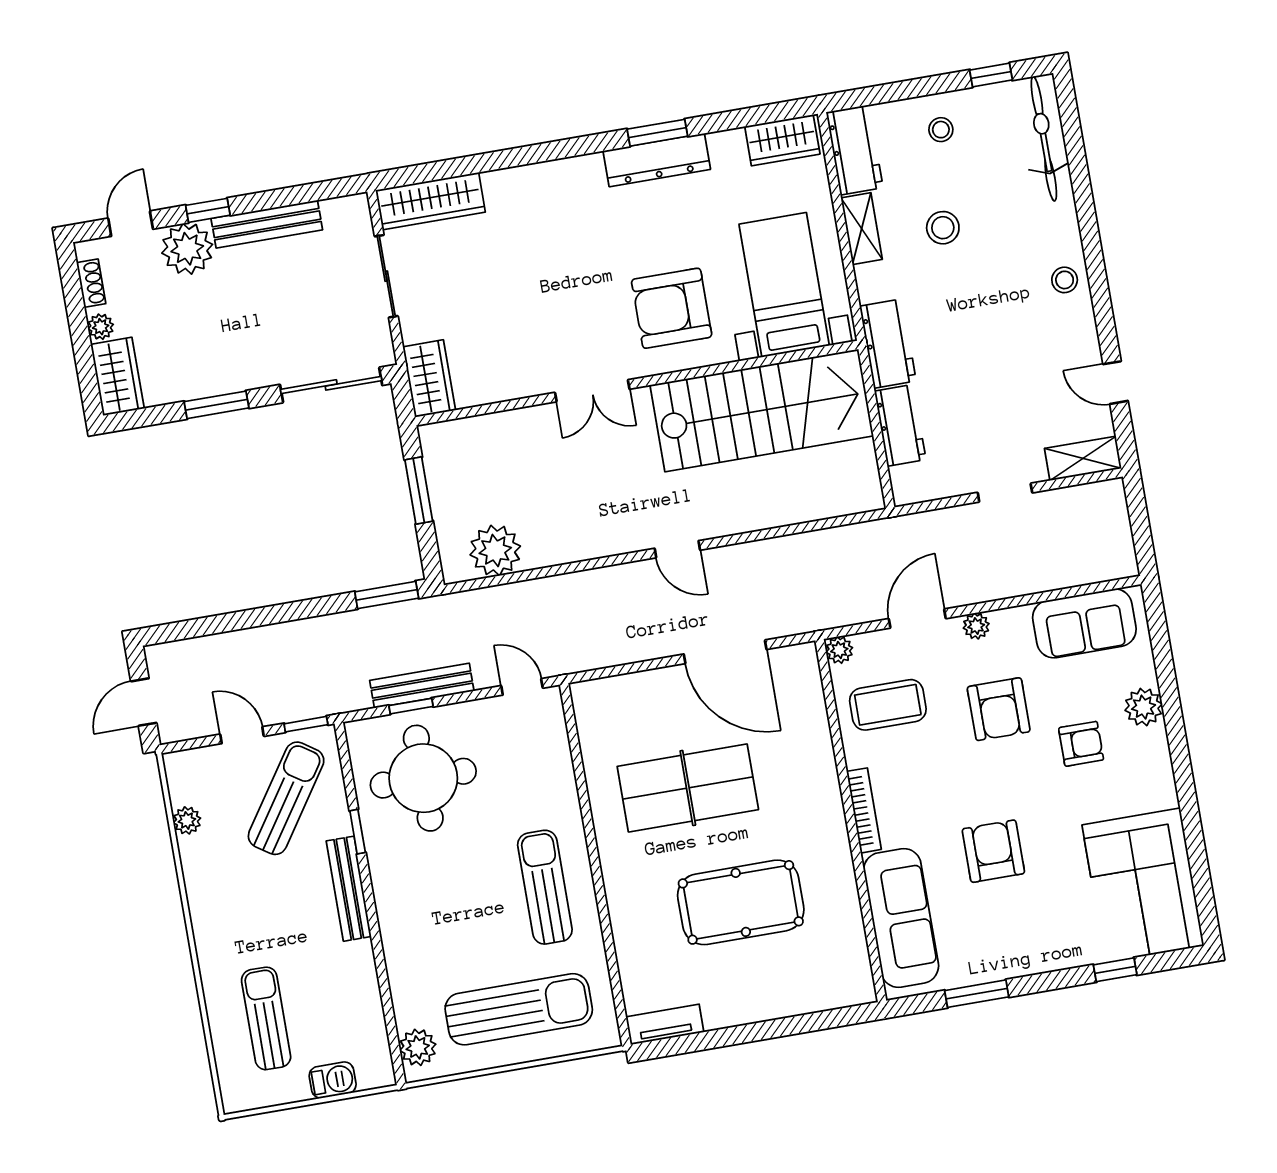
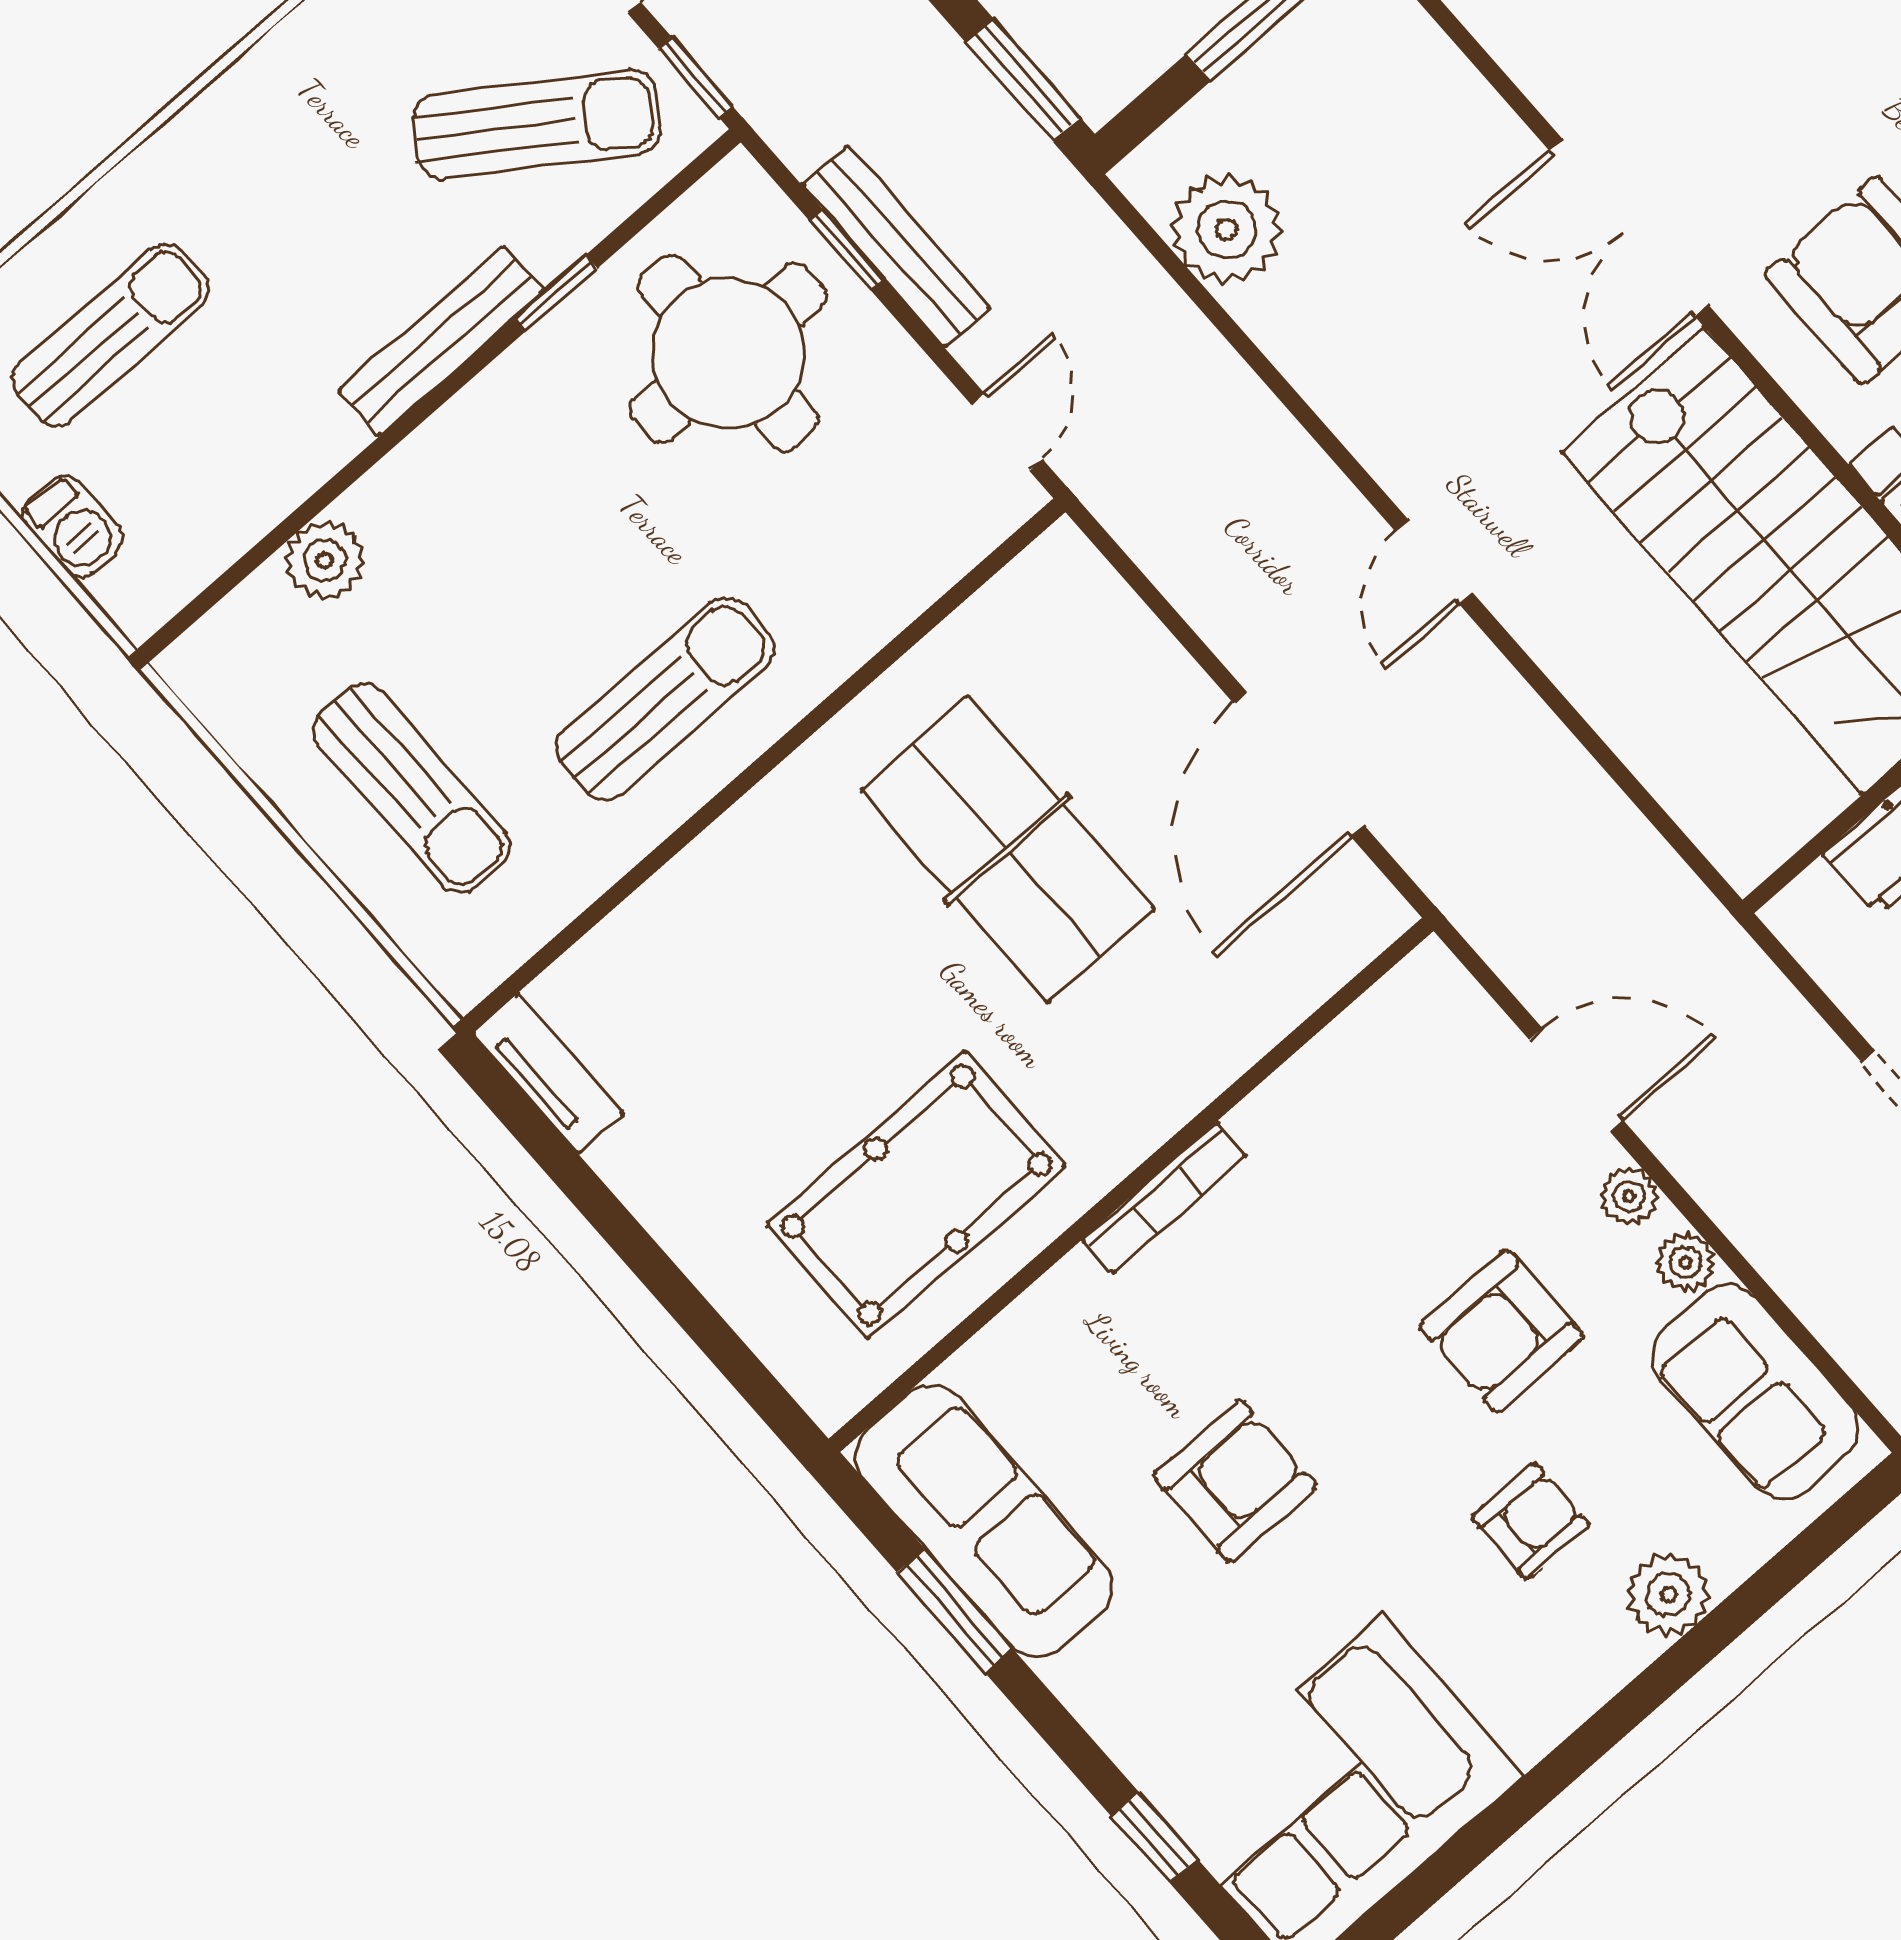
double door: (592, 391) -> (1629, 228), width x1.37
plant: (839, 650) -> (1686, 1262), moved
coffee table: (888, 705) -> (1385, 1123), removed
armchair: (1081, 744) -> (1531, 1521), turned -90
pool table: (741, 902) -> (916, 1195), moved, turned 90
sofa: (901, 918) -> (984, 1521), moved, turned -90
sun lounger: (519, 1009) -> (412, 788), width x0.73, depth x0.75
plant: (418, 1047) -> (325, 561), moved

